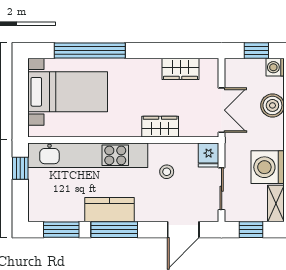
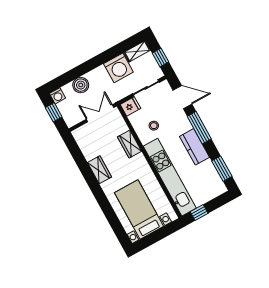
window: (90, 51) -> (108, 210), removed
wardrobe: (180, 69) -> (99, 170), moved
window: (114, 230) -> (199, 128), moved

